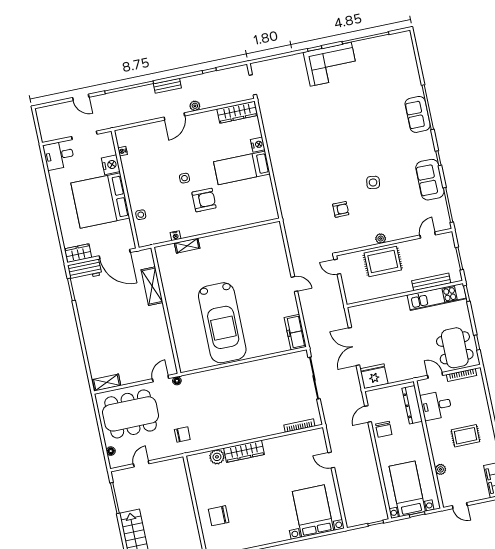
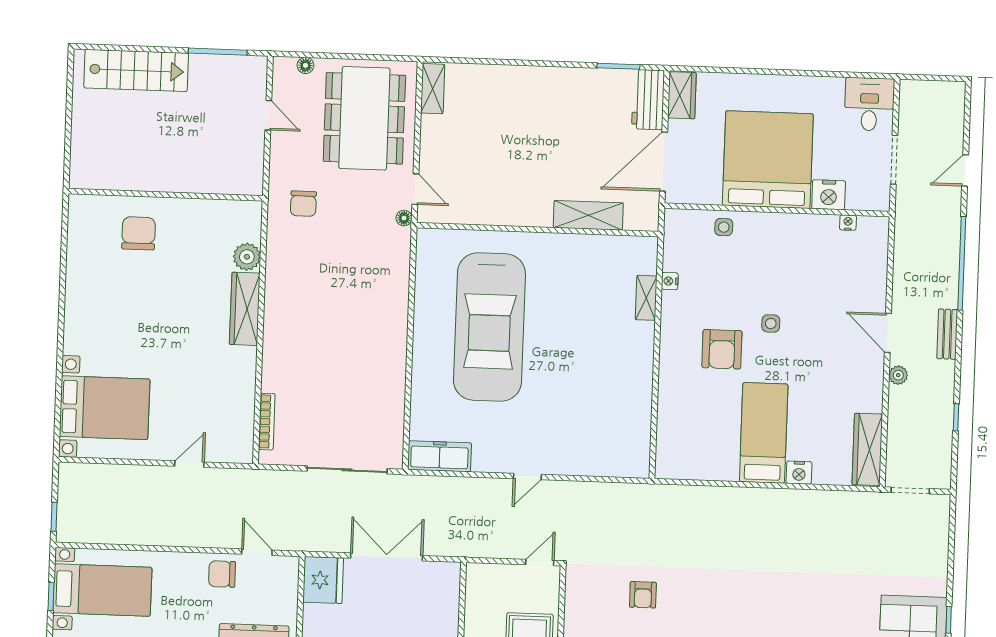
car: (222, 323) -> (489, 327), turned -90

